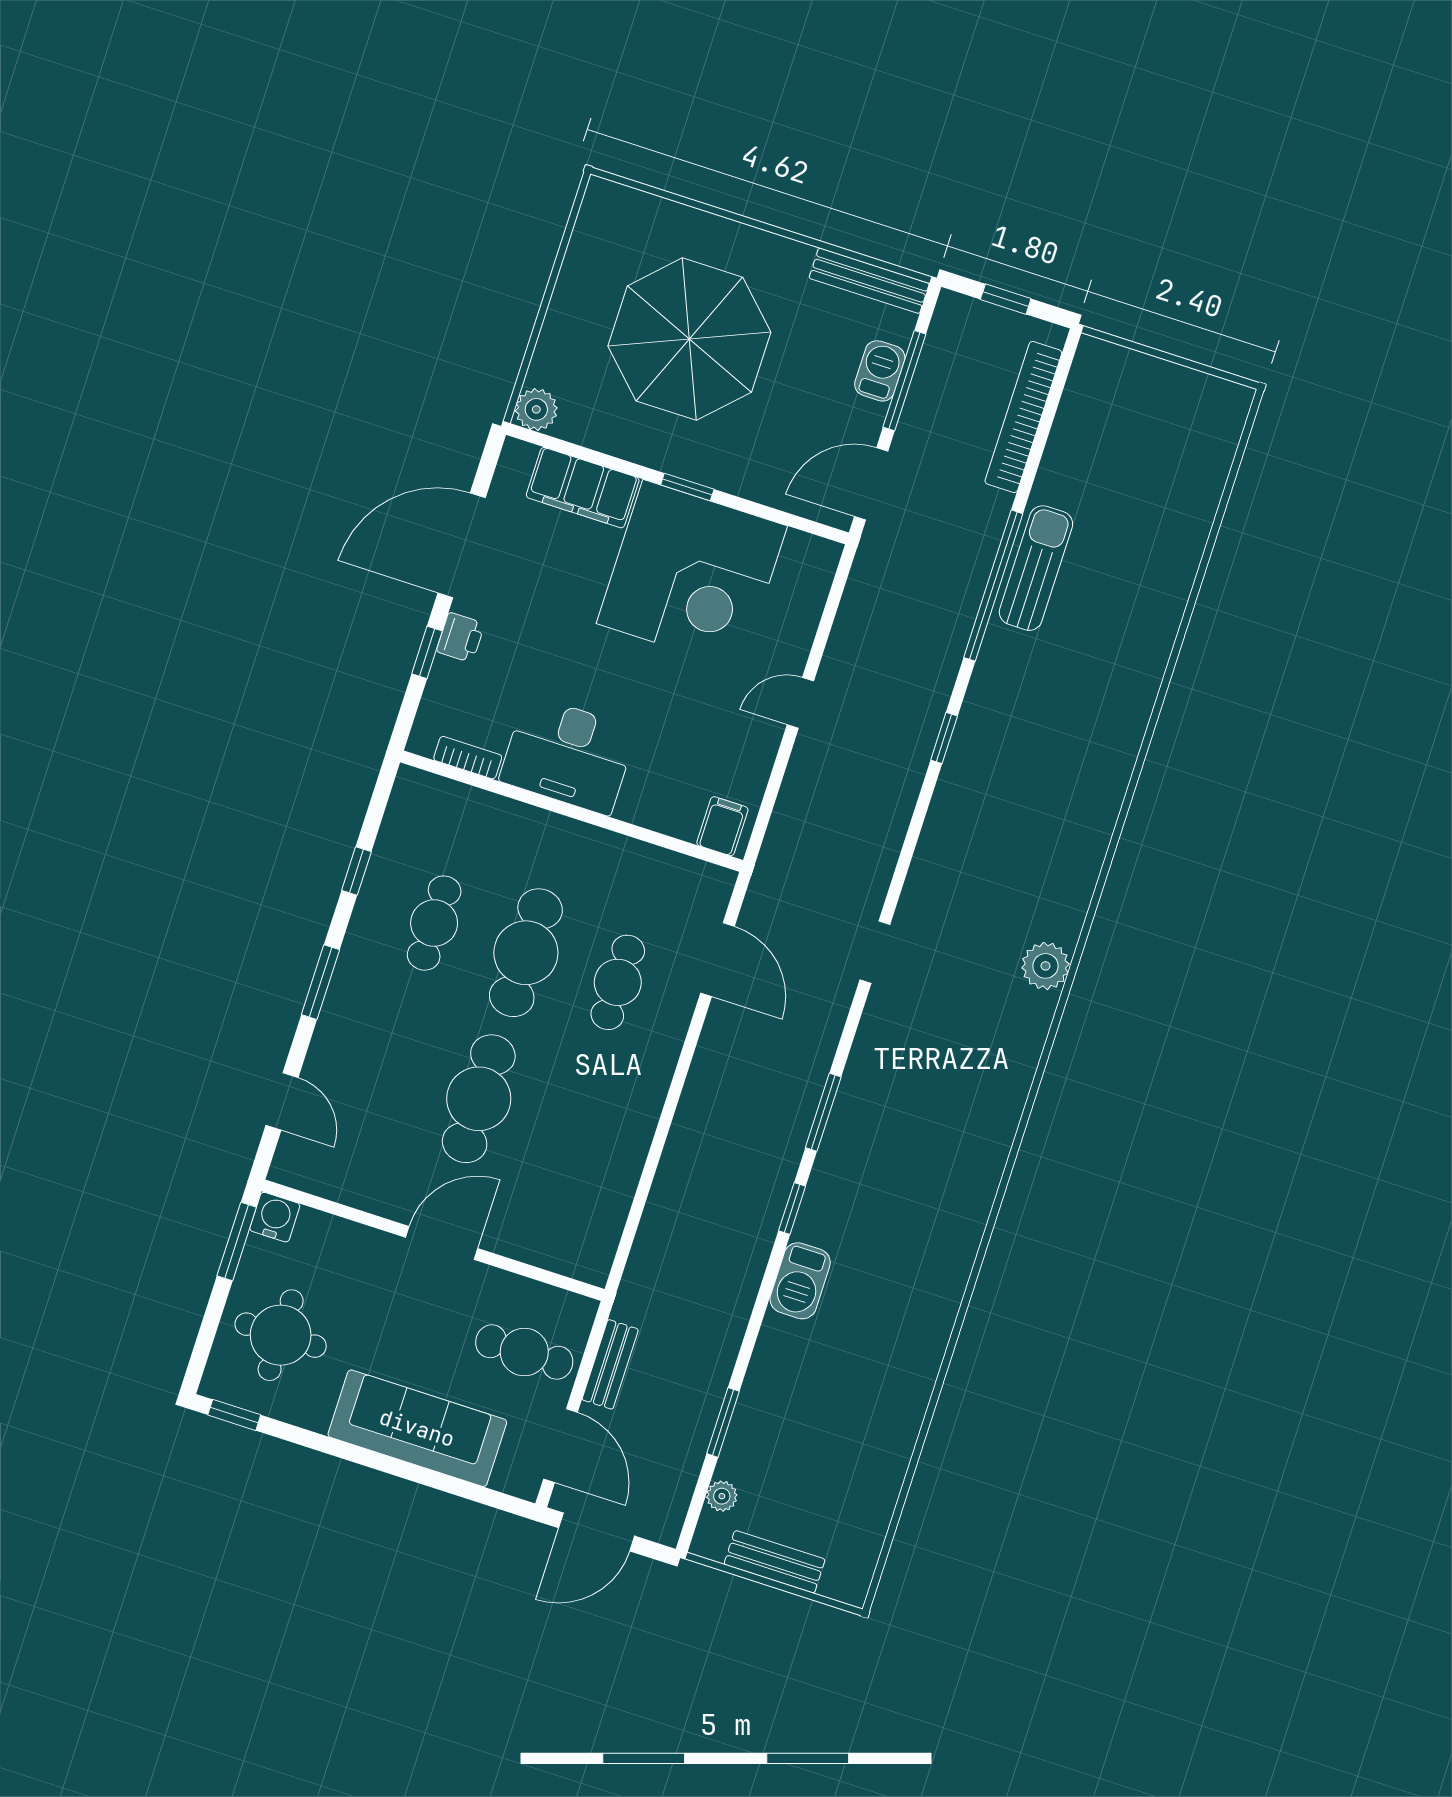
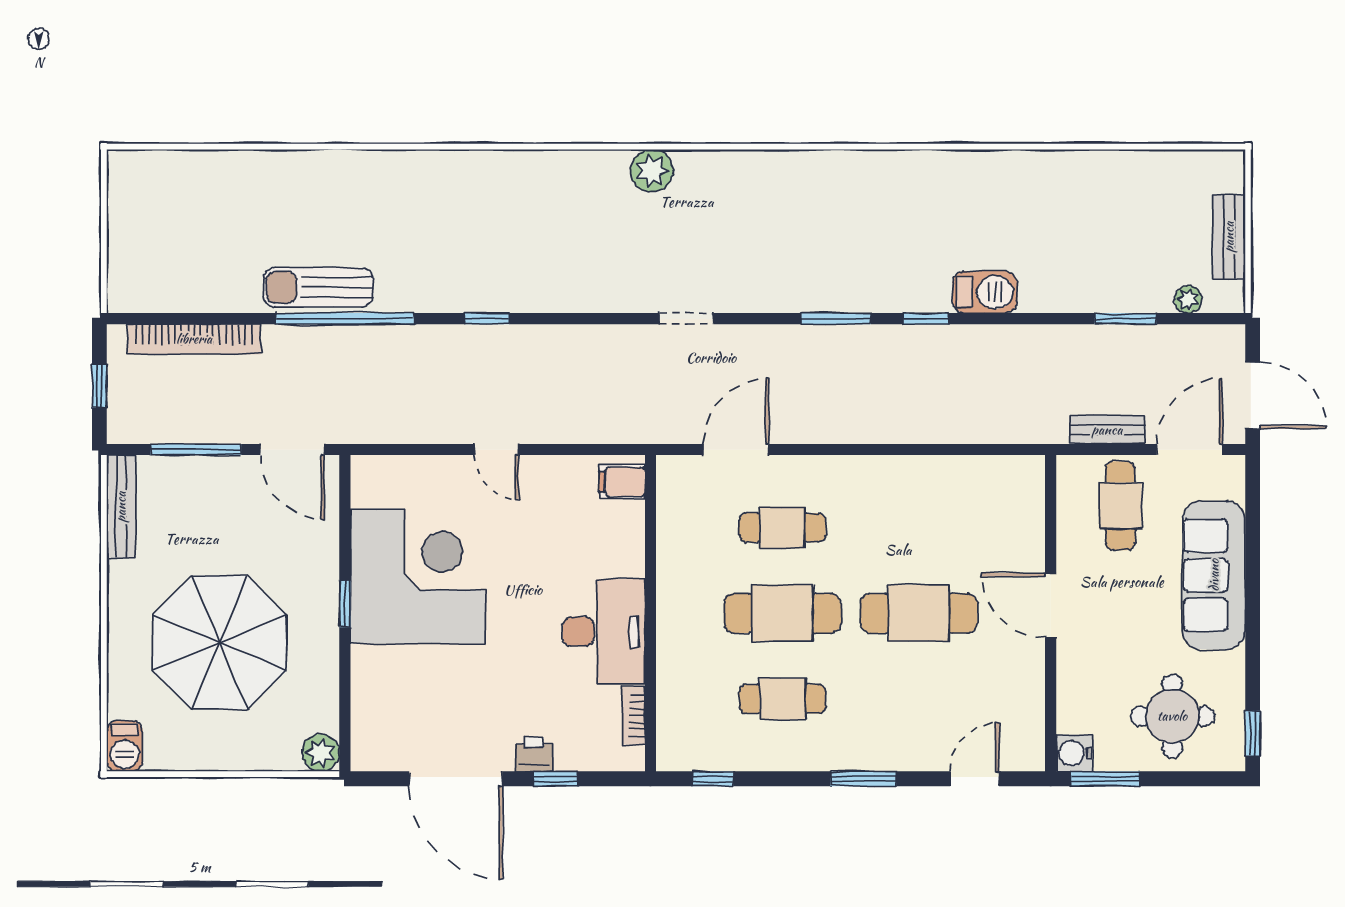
barbecue: (880, 371) -> (125, 746), moved, turned -90
filing cabinet: (583, 488) -> (374, 692), removed
window: (356, 871) -> (713, 779), moved

